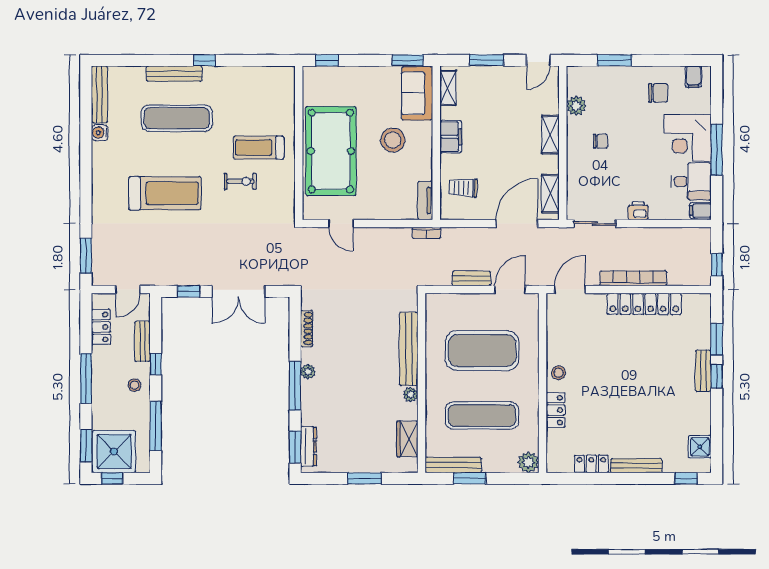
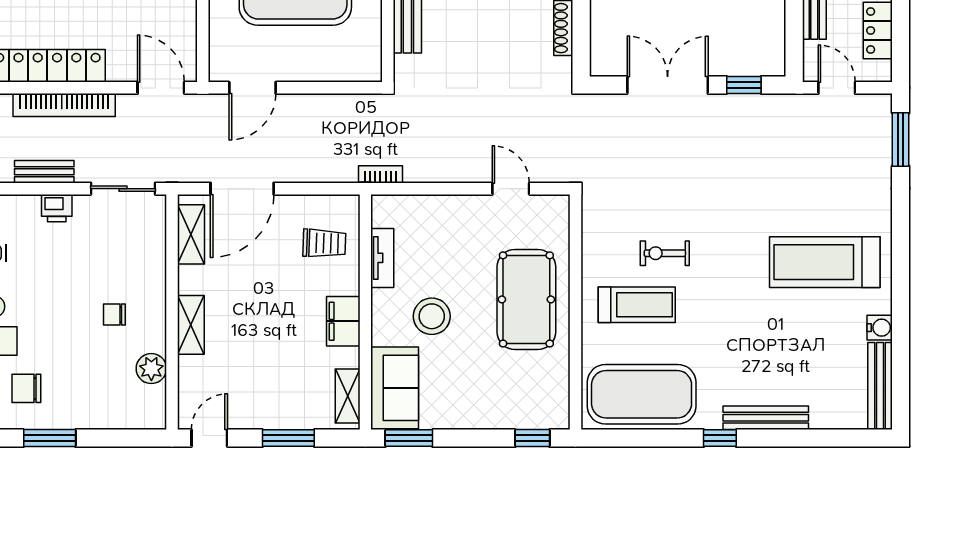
window: (614, 60) -> (50, 438), moved
exercise mat: (177, 118) -> (642, 394), moved, width x1.47
pool table: (331, 151) -> (526, 299), width x0.73, depth x0.76
treadmill: (165, 193) -> (825, 262), moved
tv unit: (425, 200) -> (382, 258), moved
bench: (472, 278) -> (44, 172), moved
door: (128, 290) -> (837, 88), hinge flipped
door: (570, 290) -> (161, 88), swing flipped

